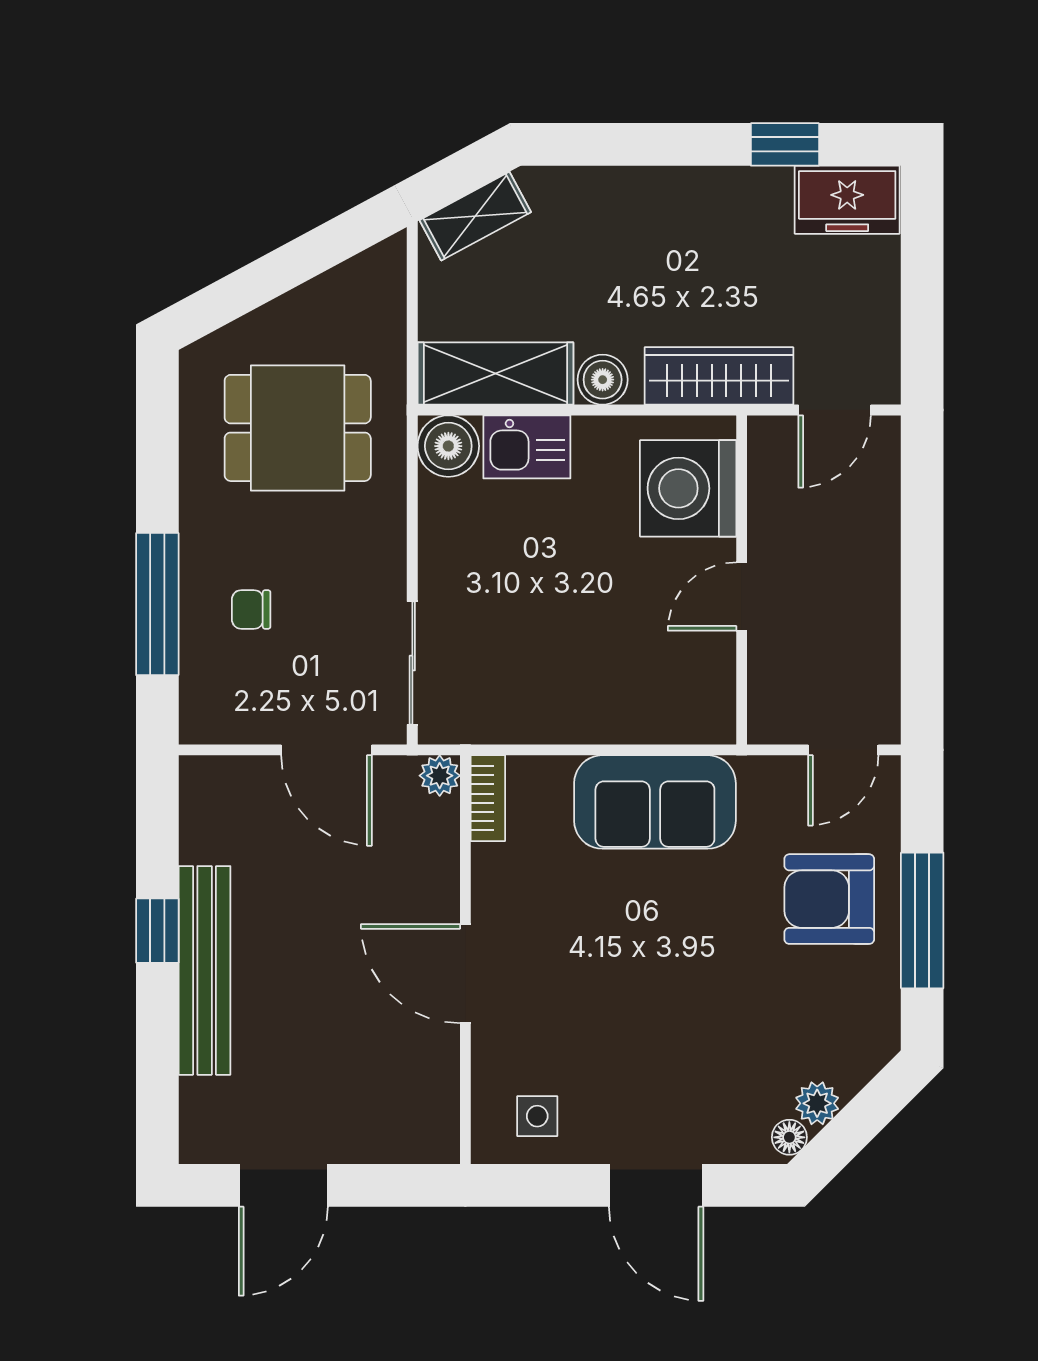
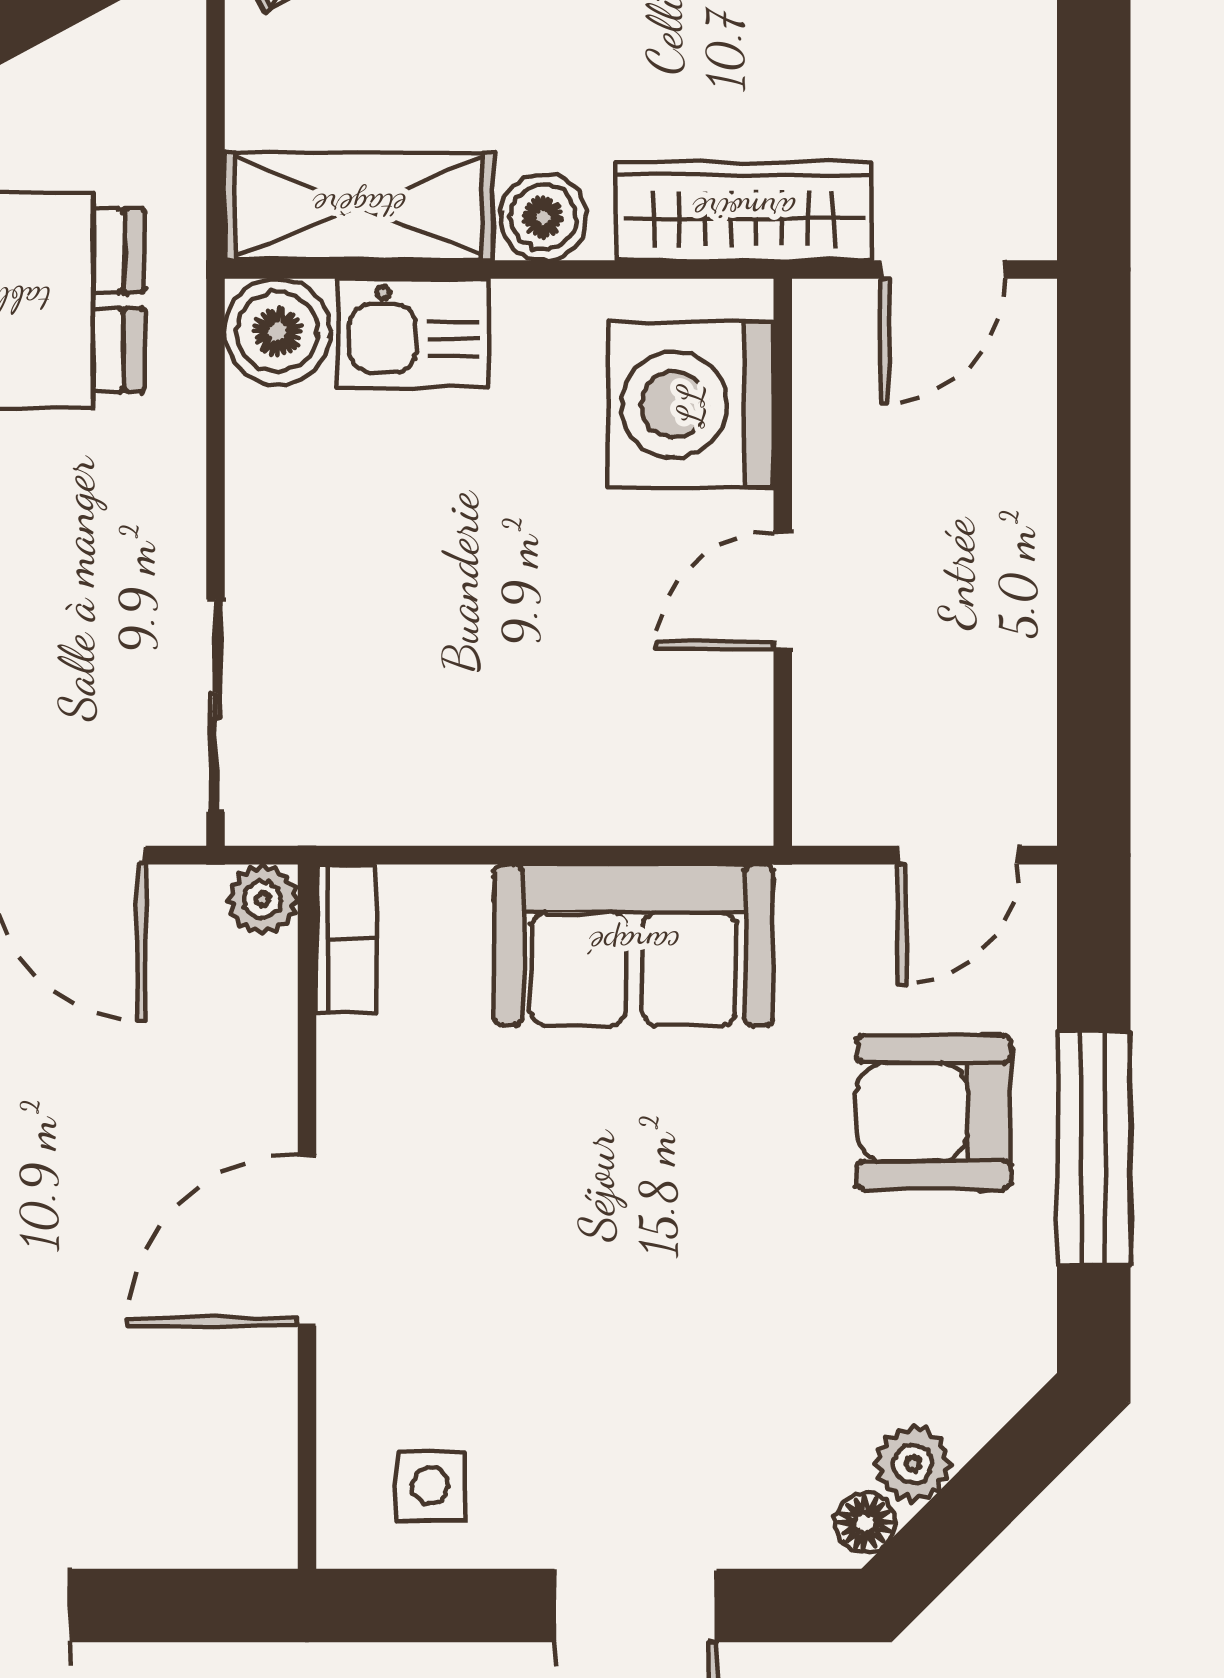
door: (465, 974) -> (307, 1241), hinge flipped

